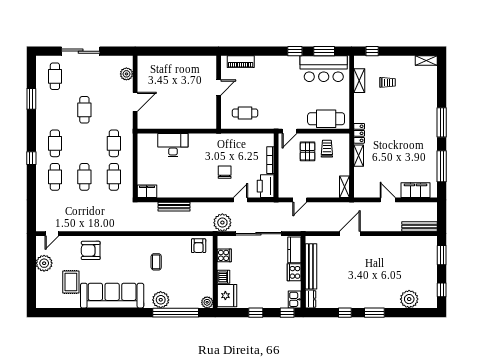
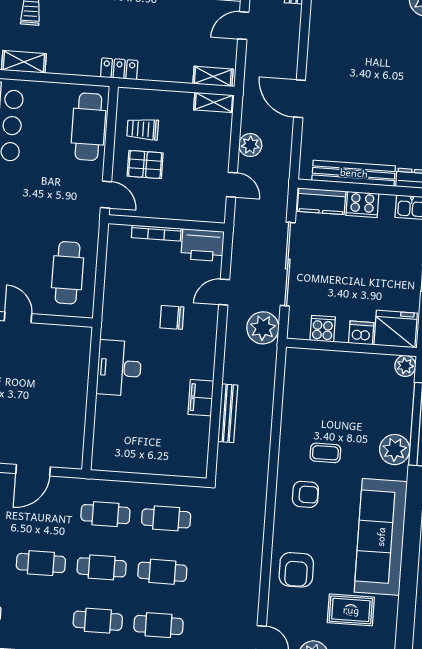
door: (135, 102) -> (33, 470), swing flipped
cafe table: (245, 113) -> (68, 273), width x1.37, depth x1.35
cafe table: (84, 143) -> (102, 567), added
desk: (173, 145) -> (119, 368), moved
shelving: (359, 156) -> (213, 76), moved
filing cabinet: (147, 191) -> (201, 398), moved
door: (241, 200) -> (224, 292), hinge flipped
plant: (322, 208) -> (250, 145), added
armchair: (199, 246) -> (305, 494), moved

